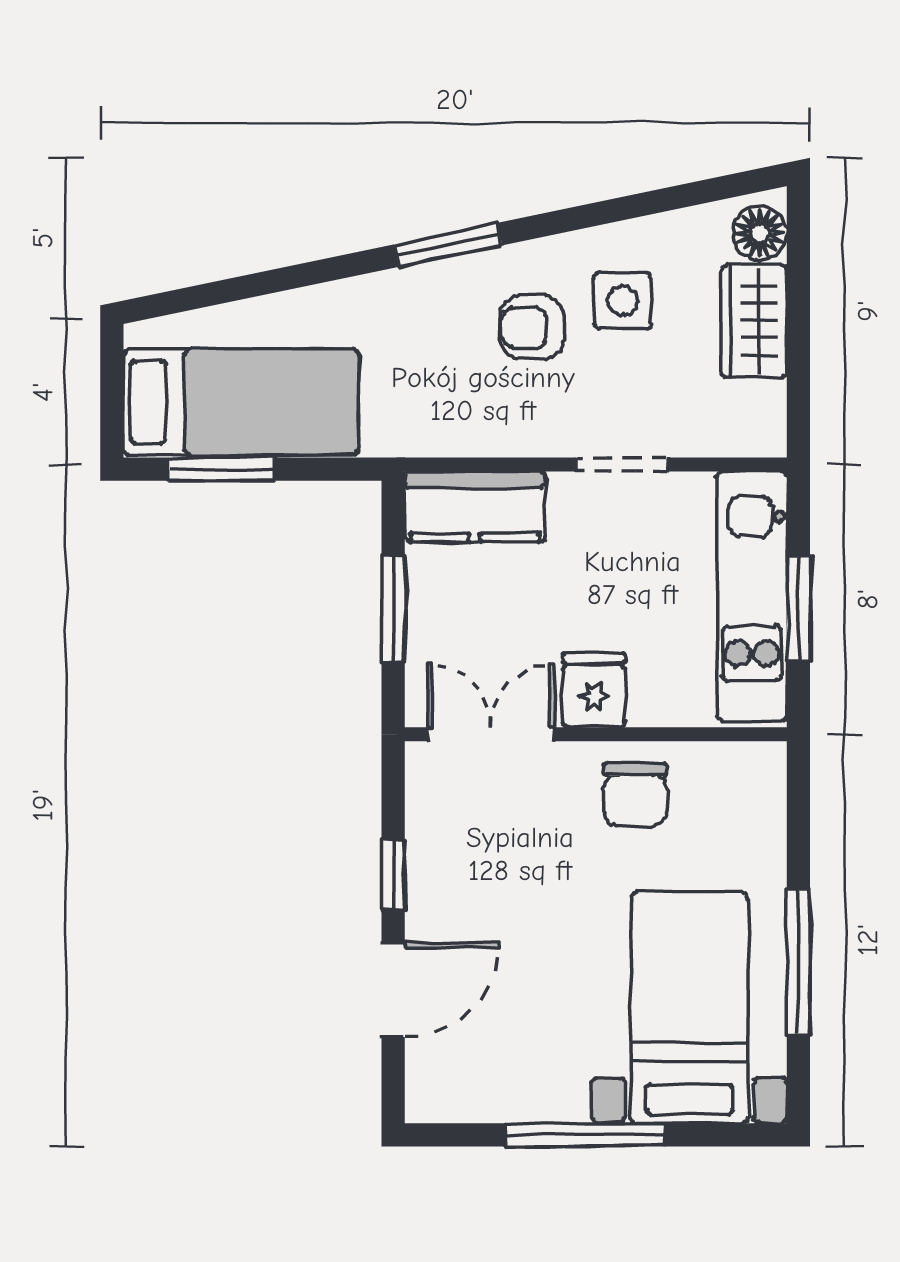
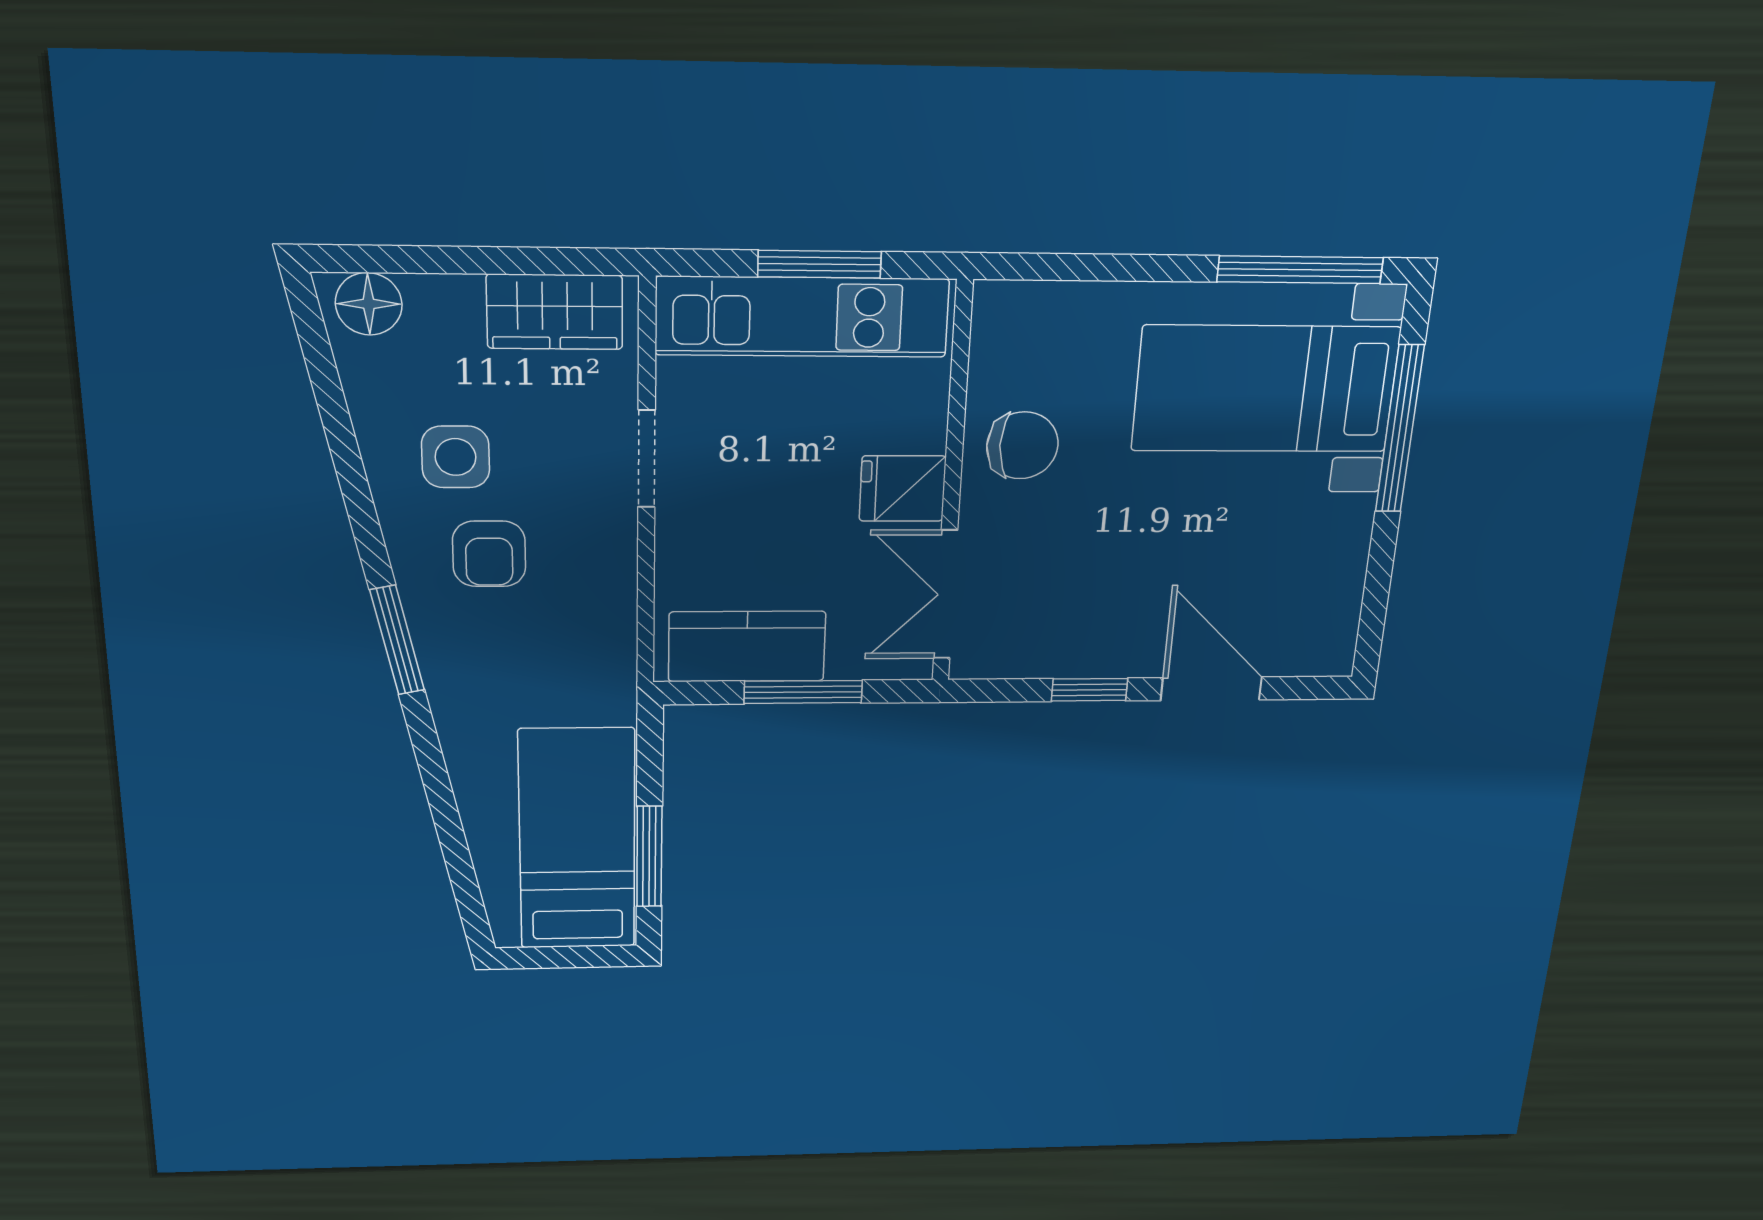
wardrobe: (754, 321) -> (555, 312), moved
kitchen counter: (475, 507) -> (747, 647), moved, turned -90
window: (798, 961) -> (1300, 270), moved
window: (585, 1135) -> (1400, 429), moved

